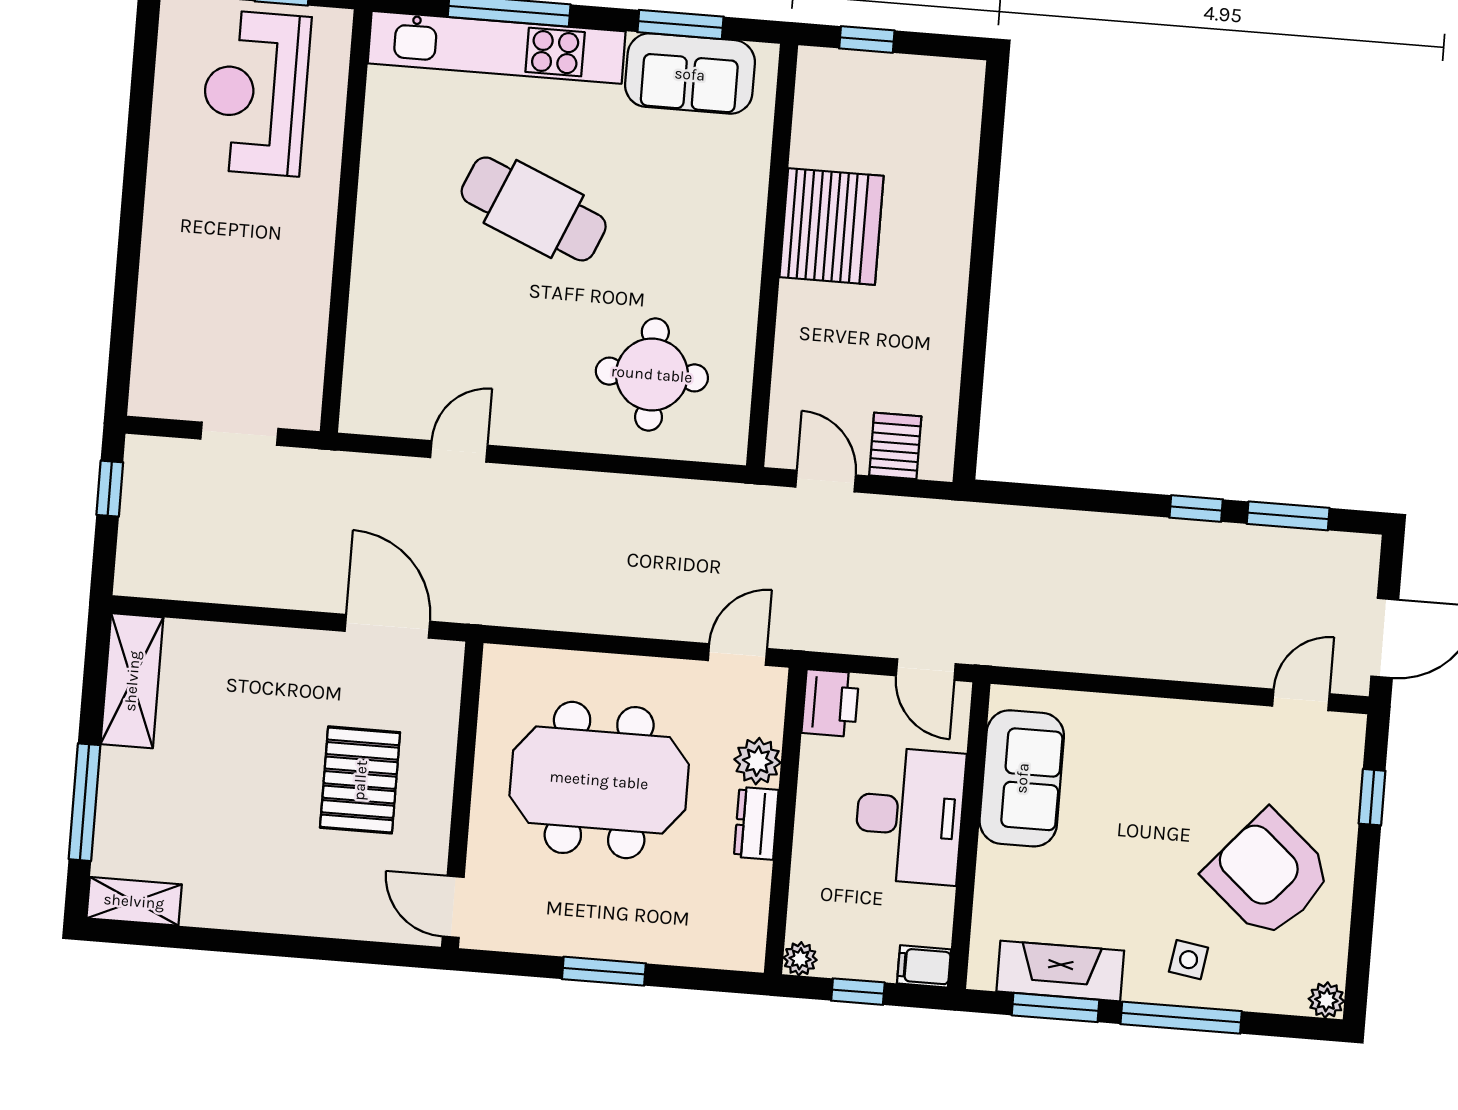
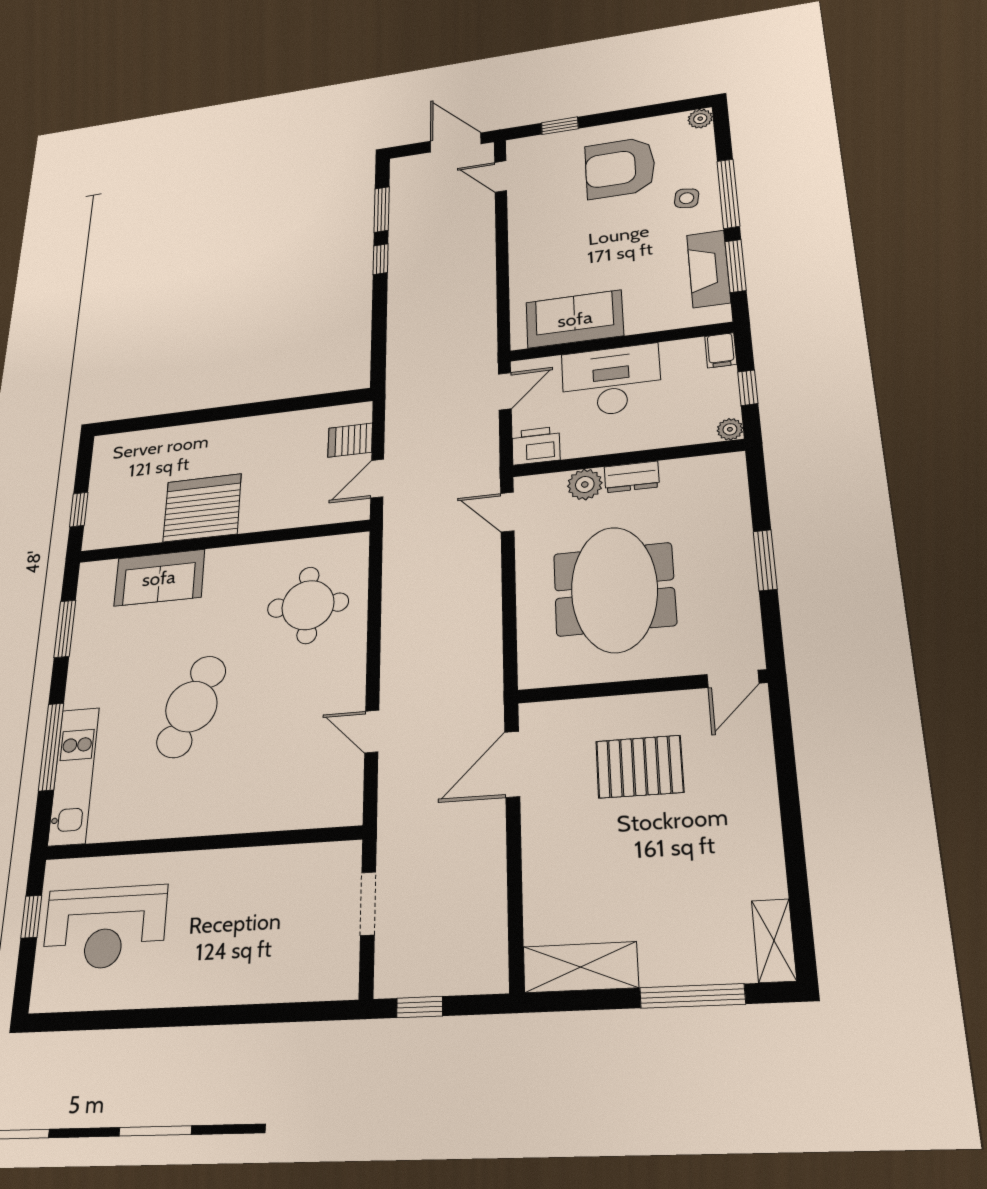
kitchen unit: (497, 47) -> (74, 776), width x0.73
sofa: (690, 74) -> (159, 578), moved, turned 90
armchair: (1269, 875) -> (620, 168), turned 49

